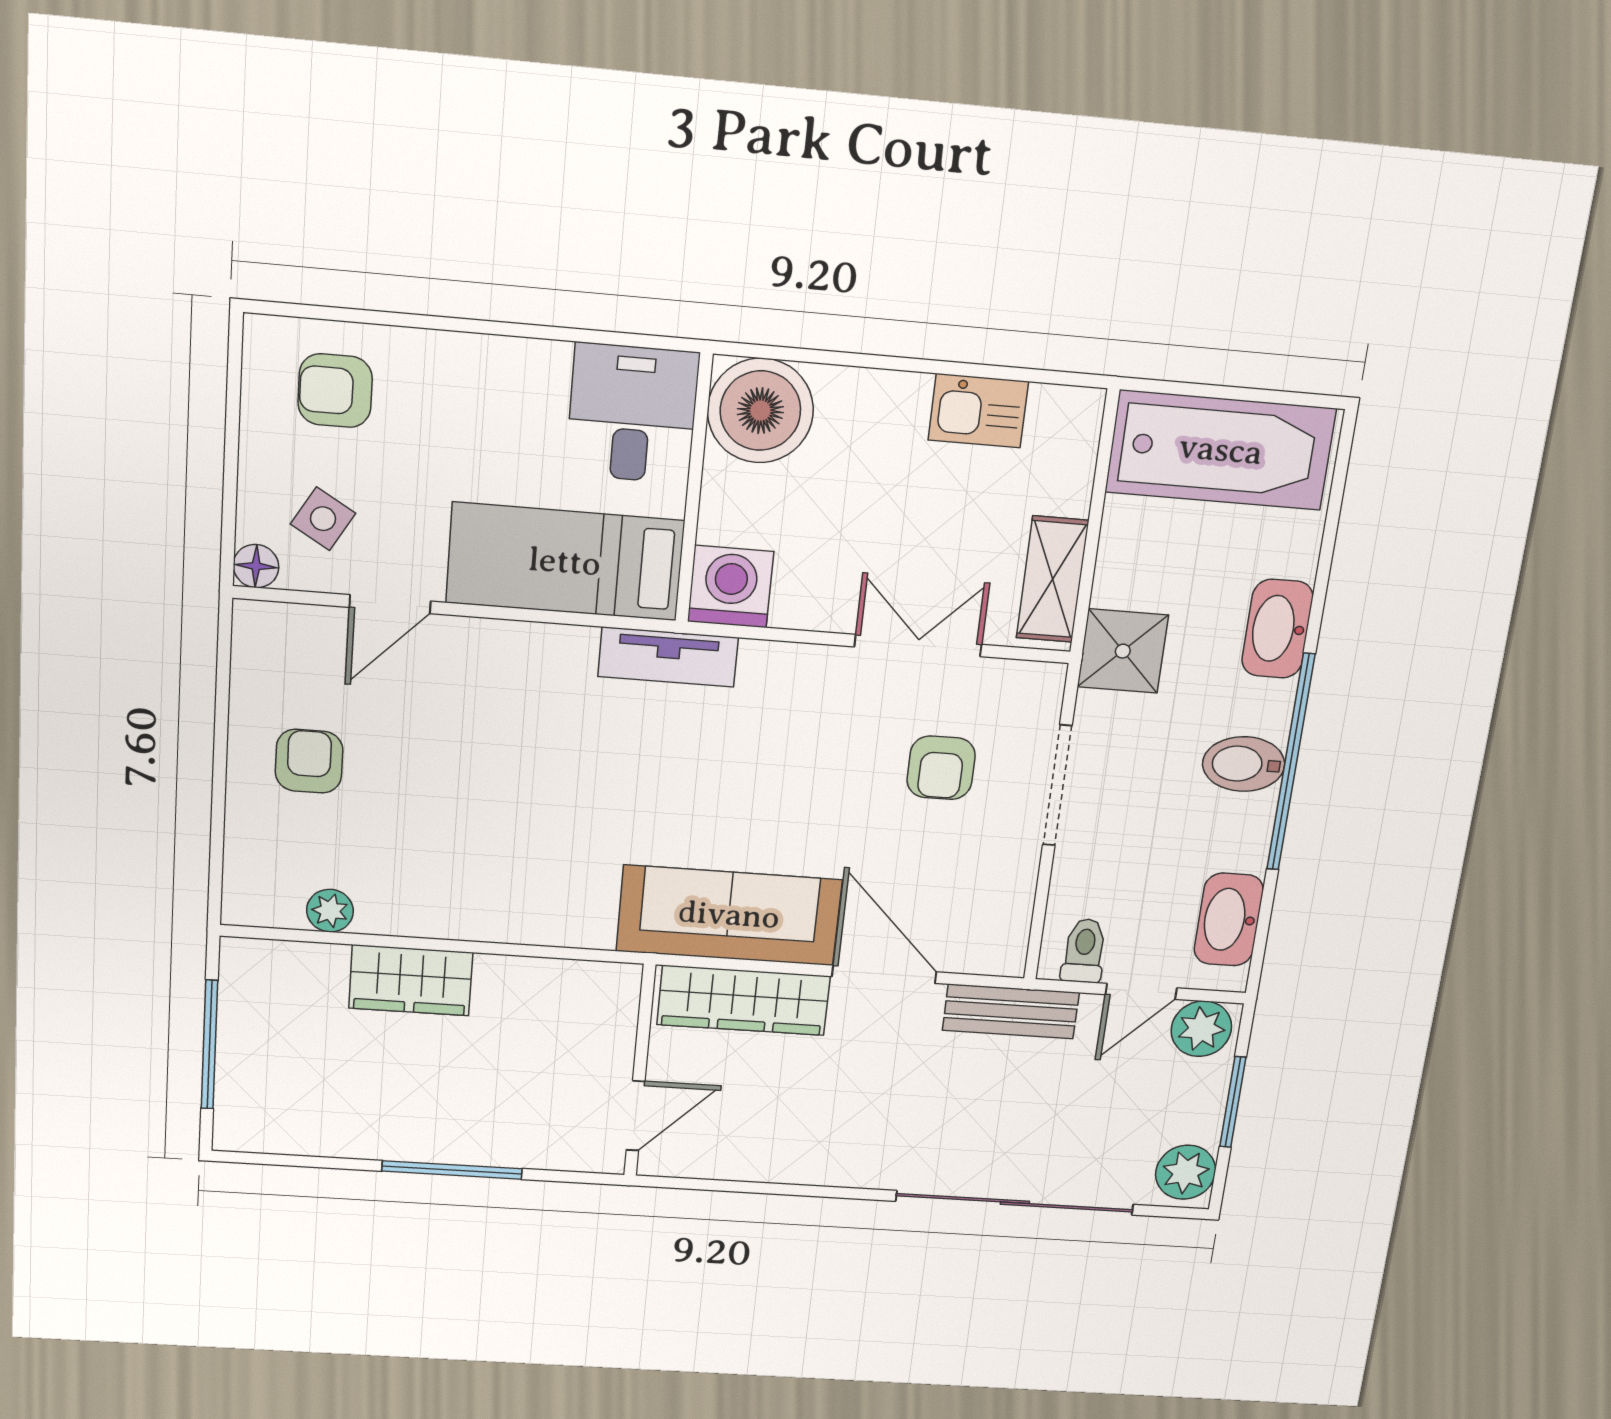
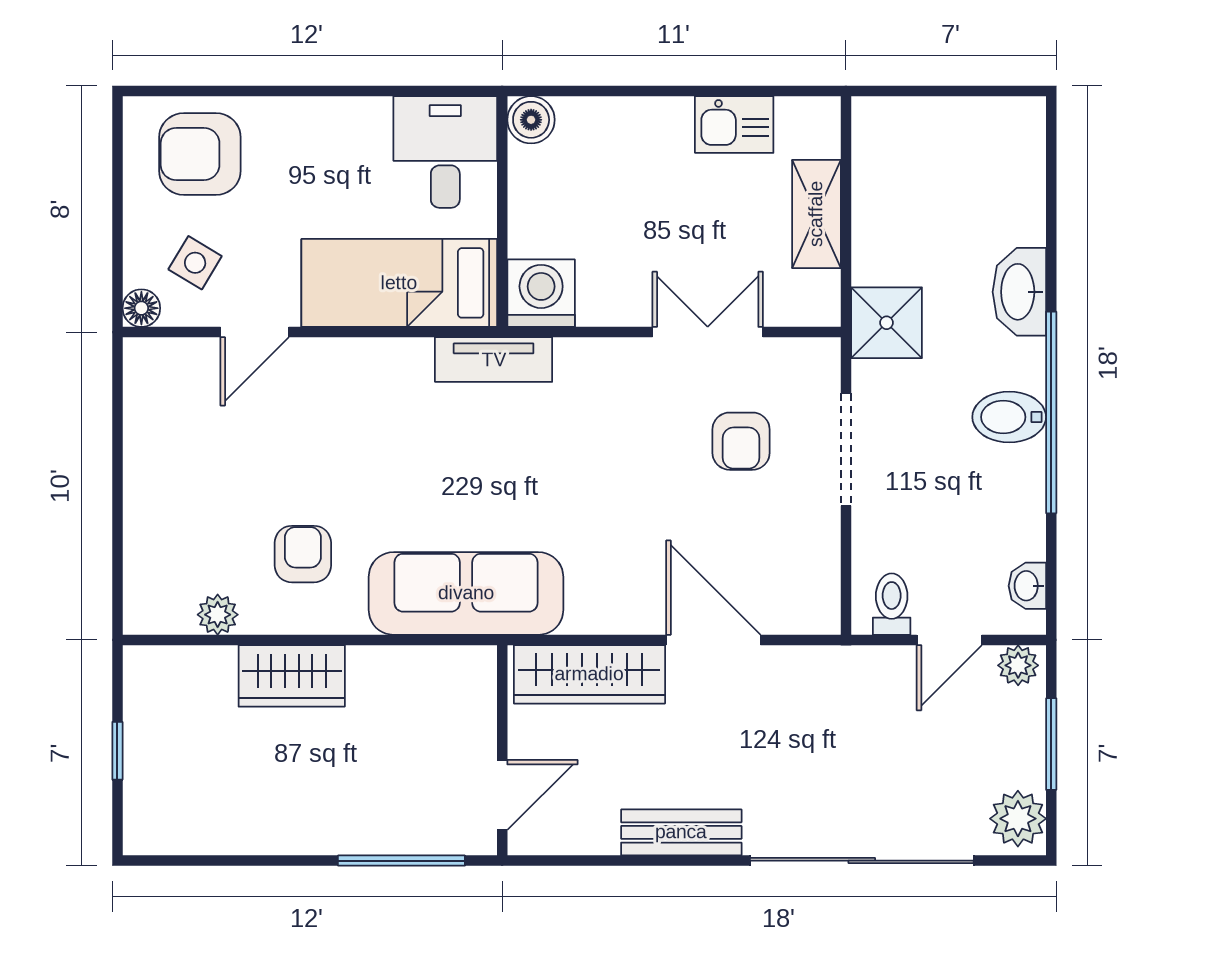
armchair: (335, 391) -> (200, 154), width x1.38, depth x1.38
boiler: (760, 411) -> (531, 120), width x0.54, depth x0.54
bathtub: (1221, 450) -> (945, 140), removed
shelving: (1052, 579) -> (816, 214), moved
armchair: (309, 761) -> (303, 554), moved
sofa: (729, 915) -> (466, 593), moved
washbasin: (1229, 920) -> (1027, 586), width x0.52, depth x0.69
bench: (1011, 1011) -> (681, 832), moved
plant: (1201, 1029) -> (1018, 665), width x0.73, depth x0.73
window: (209, 1045) -> (117, 751), width x0.46
window: (452, 1170) -> (401, 861), moved

